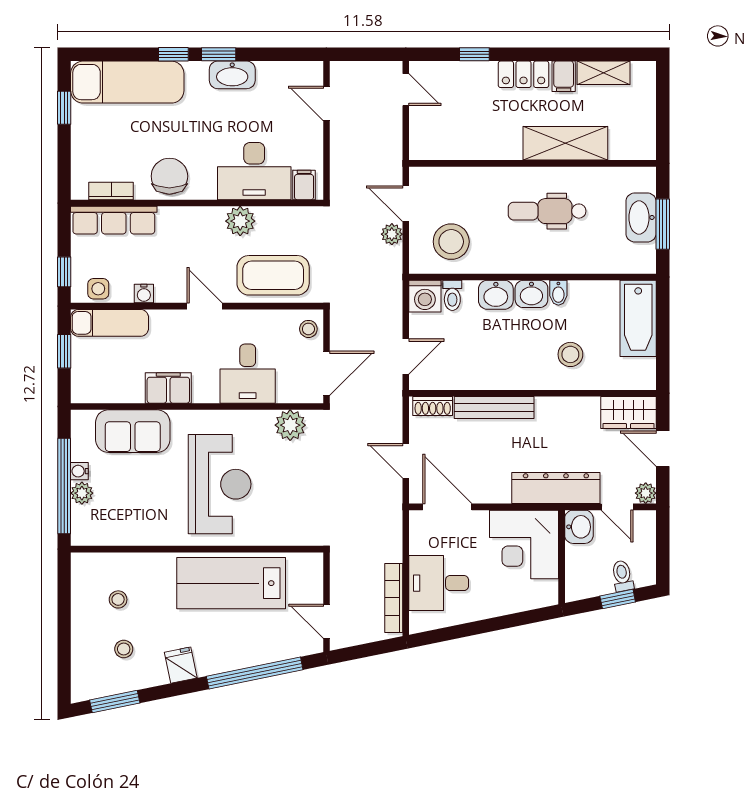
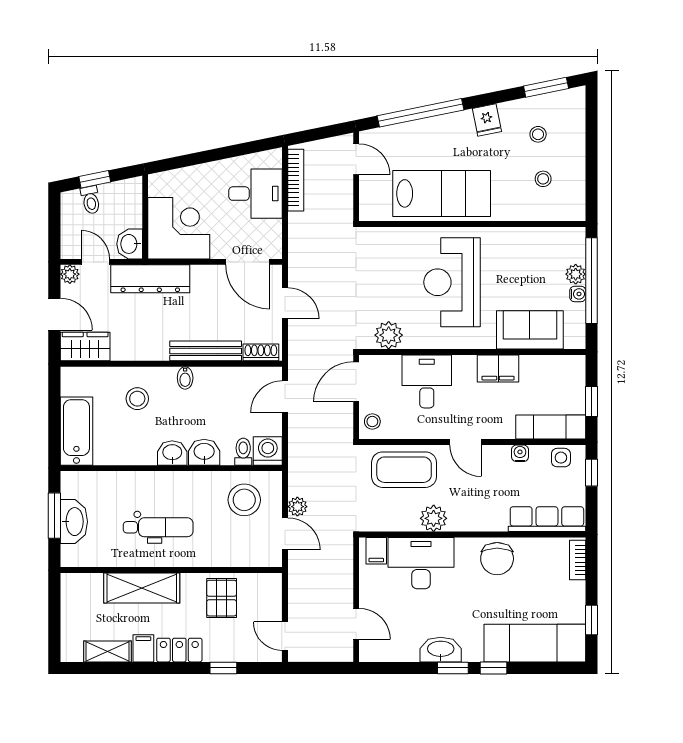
pallet: (476, 132) -> (222, 598), added
bookcase: (111, 191) -> (578, 560), moved, turned 90
bidet: (558, 293) -> (185, 378), moved, turned 180

